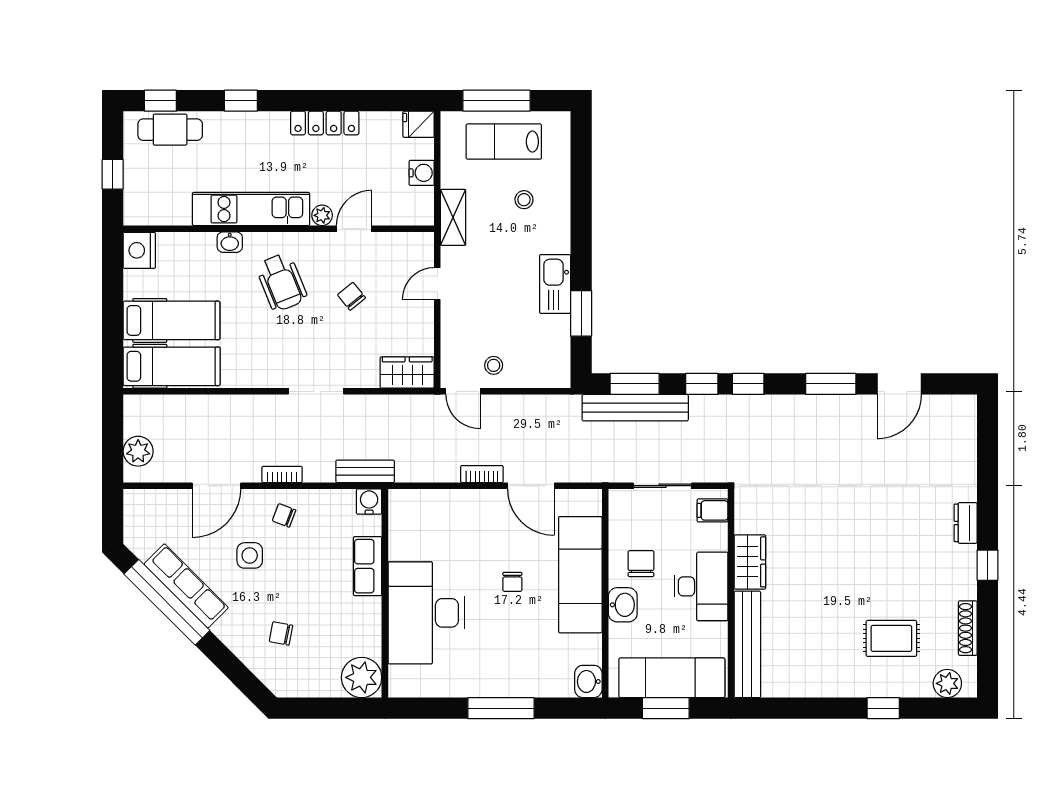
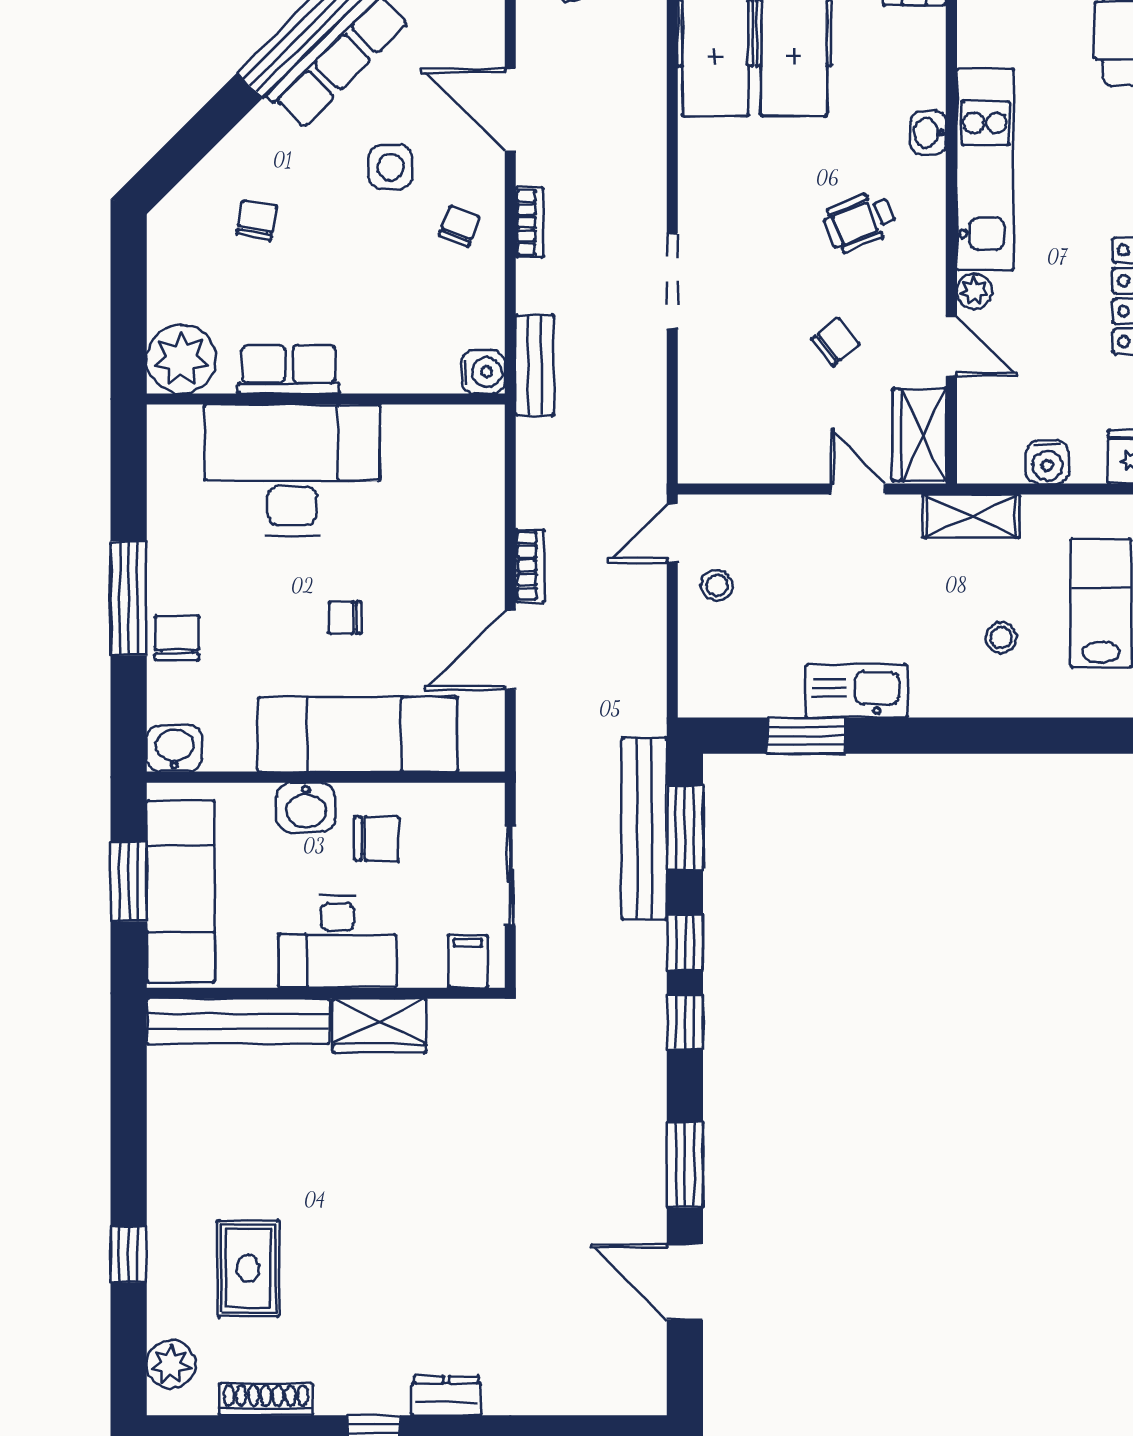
wheelchair: (281, 282) -> (860, 222), width x0.73, depth x0.73
wardrobe: (407, 372) -> (919, 435), moved, turned 180
row of seats: (368, 566) -> (289, 369), moved
chair: (524, 680) -> (177, 638), added

